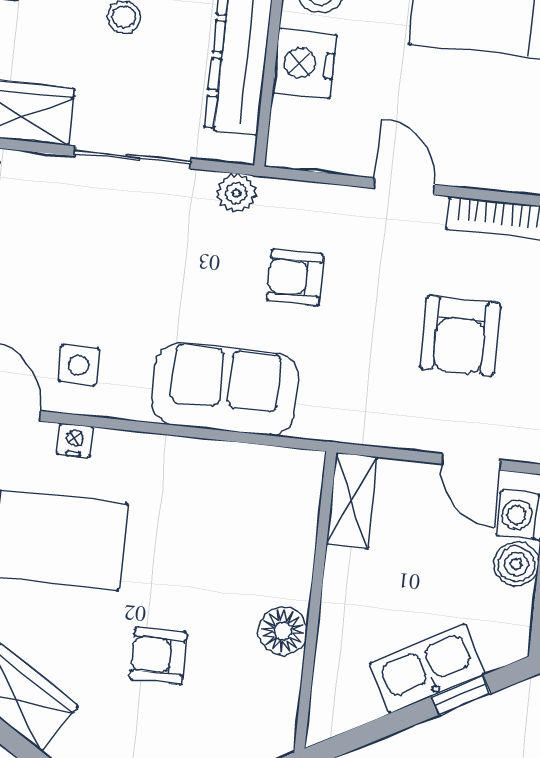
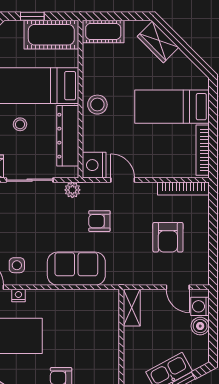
nightstand: (304, 63) -> (94, 165), moved
door: (405, 186) -> (123, 180), moved
floor lamp: (283, 631) -> (110, 363), removed

